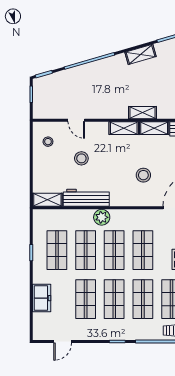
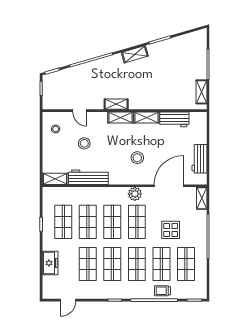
shelving: (142, 113) -> (116, 104), moved
plant: (102, 217) -> (135, 194), moved

